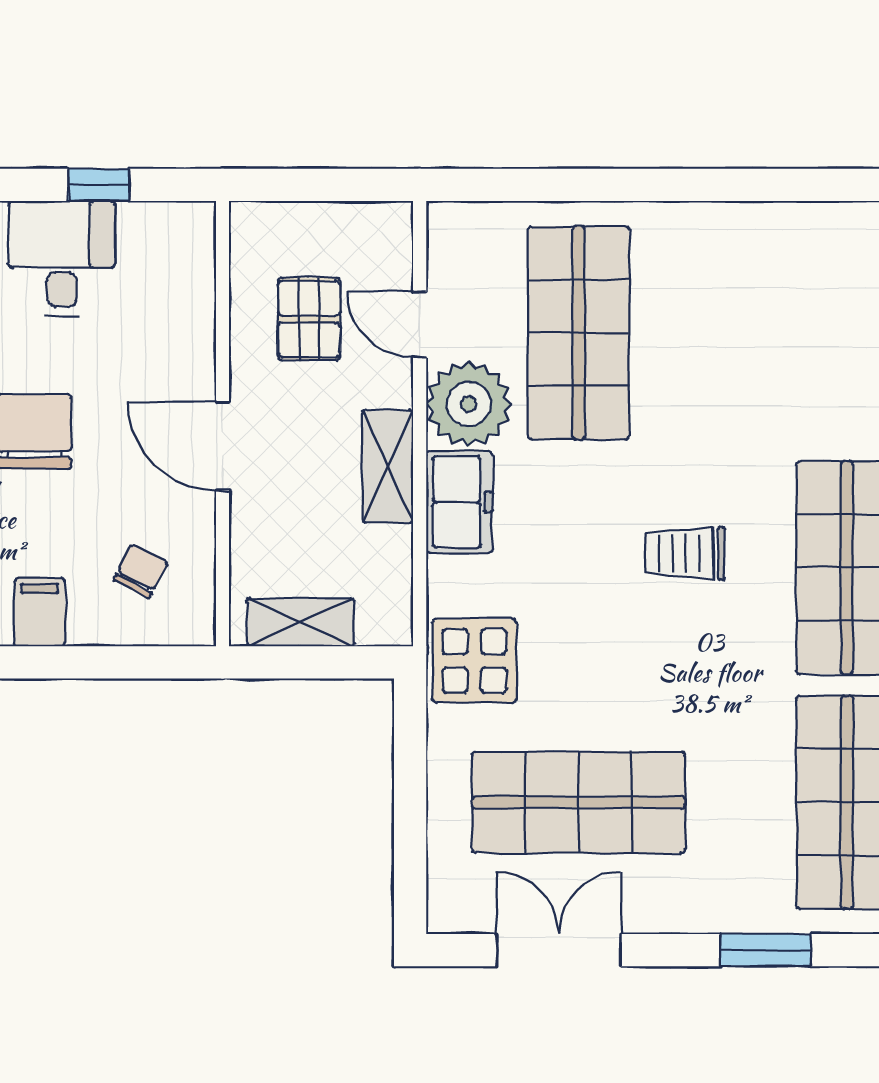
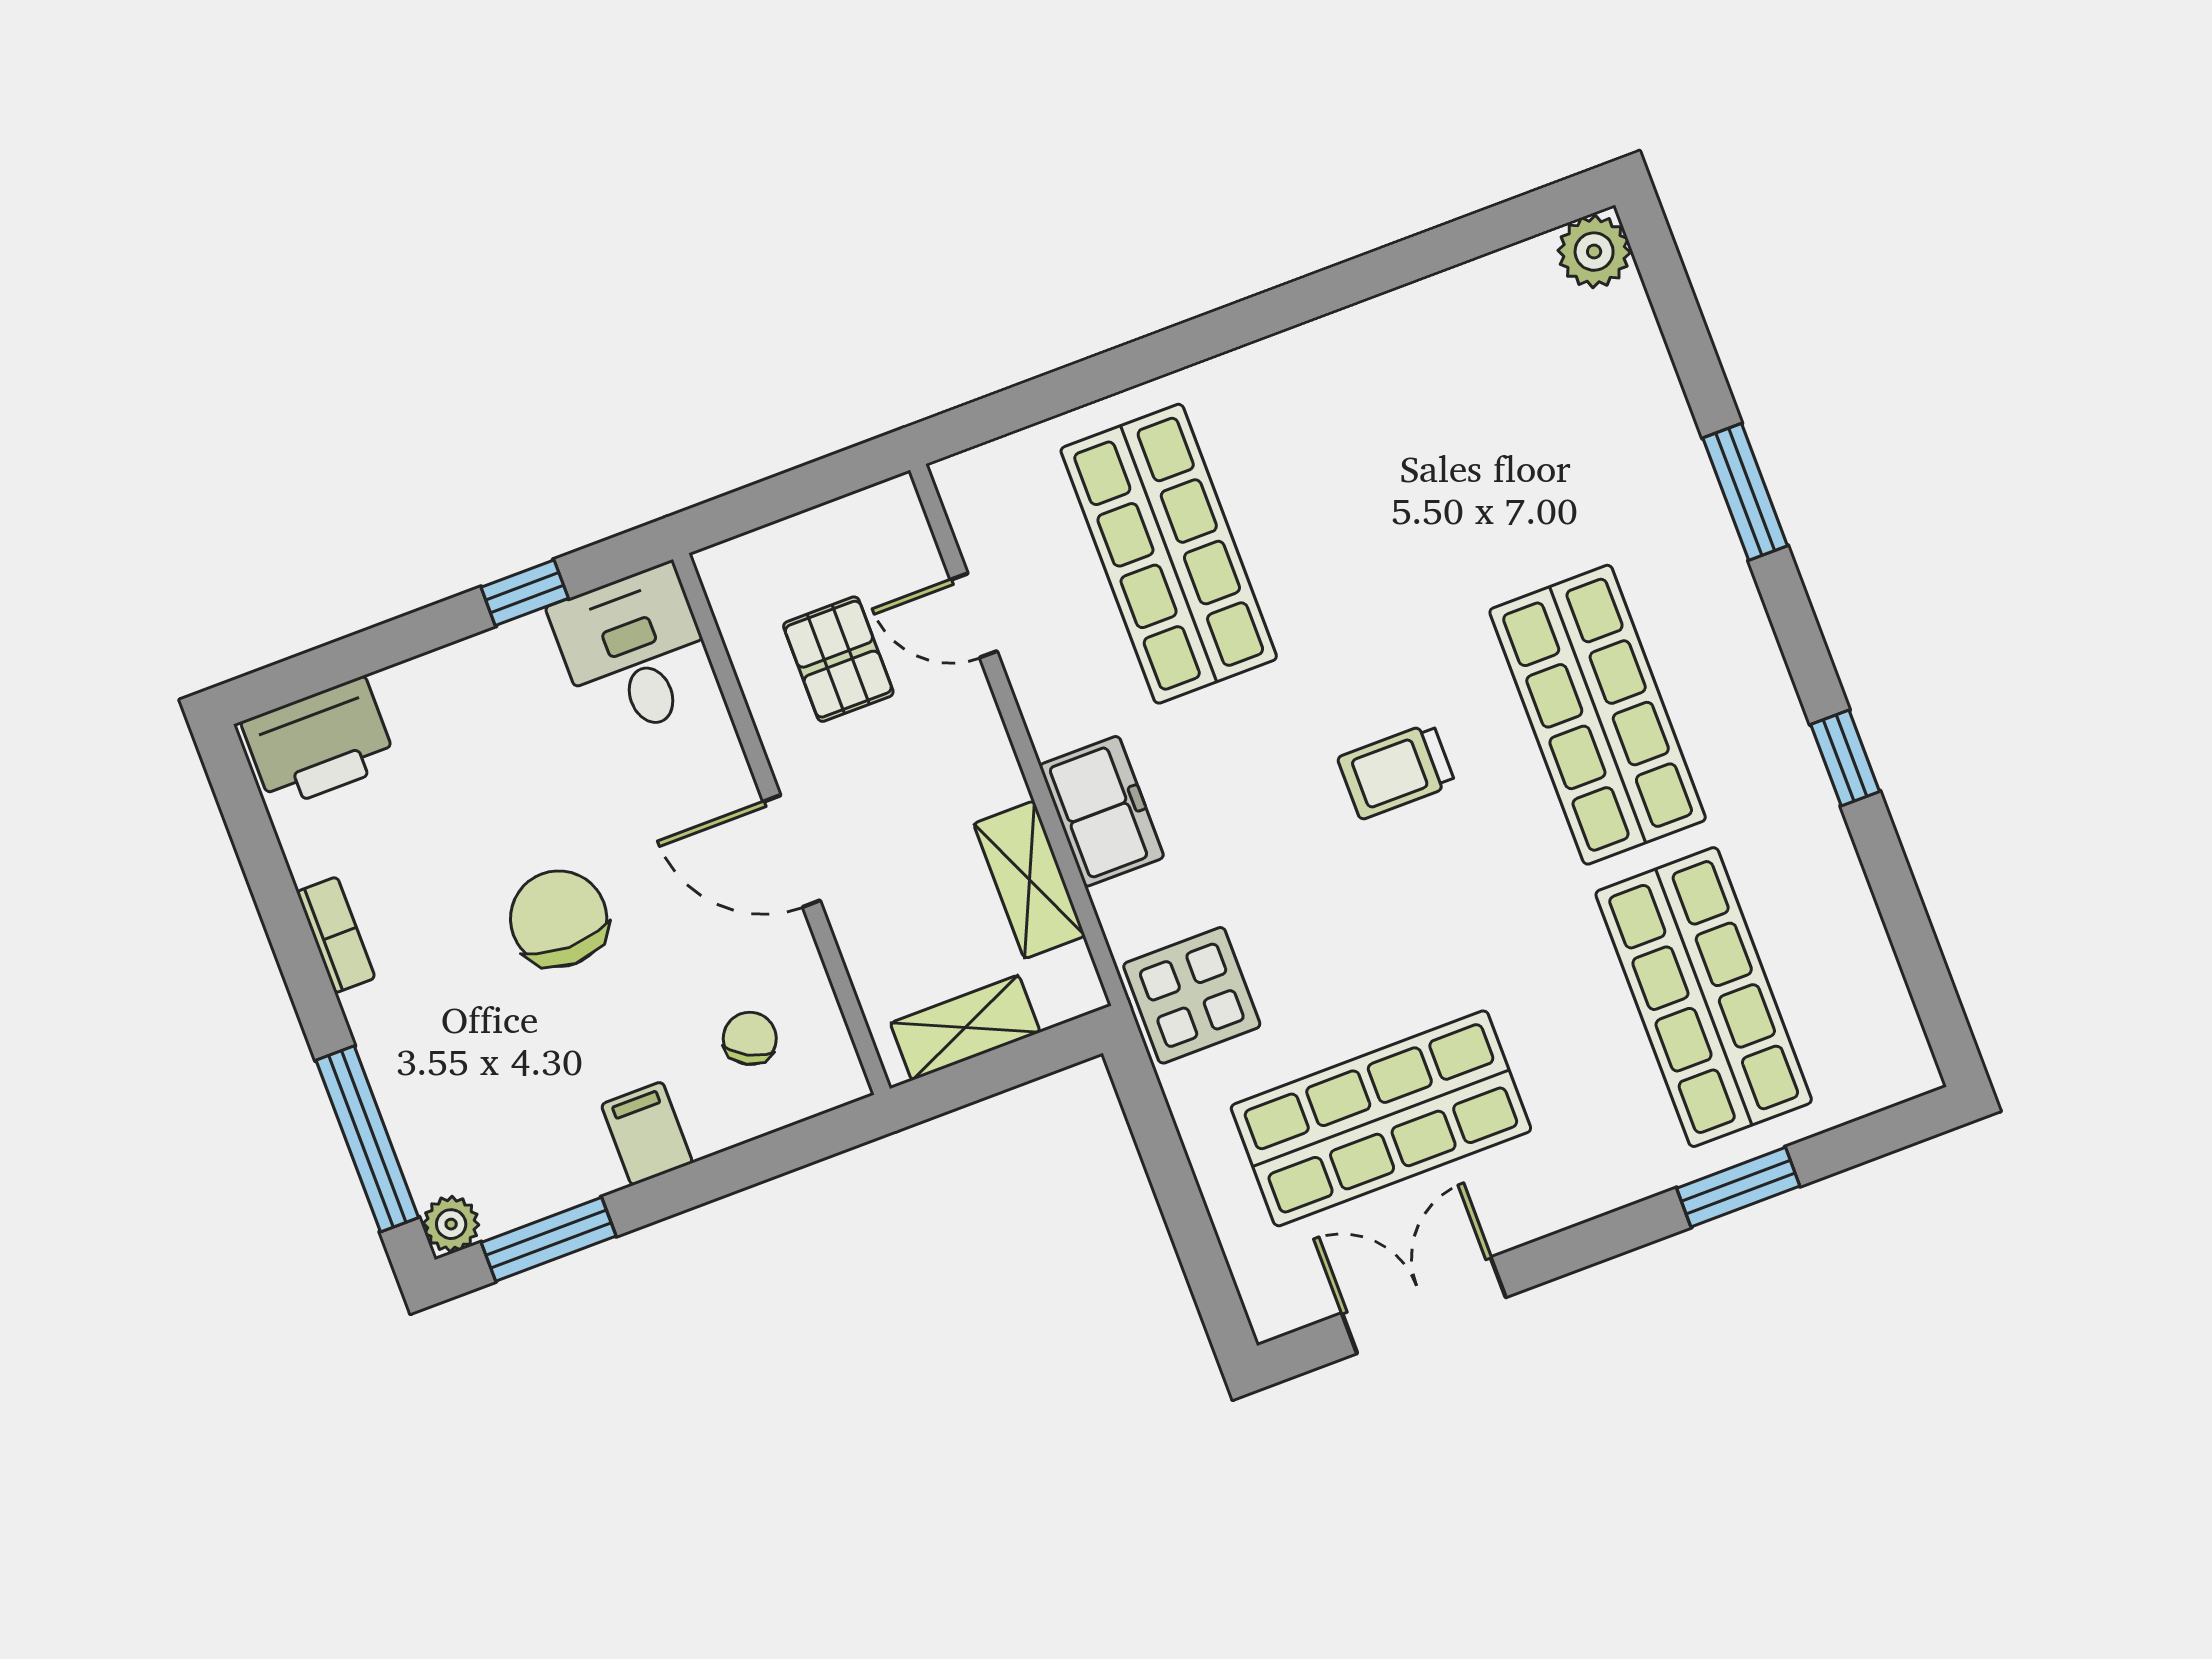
desk: (62, 258) -> (635, 652), moved
plant: (469, 404) -> (1069, 689), removed
shelving: (388, 466) -> (1029, 880), moved
window: (765, 950) -> (1738, 1187), moved

